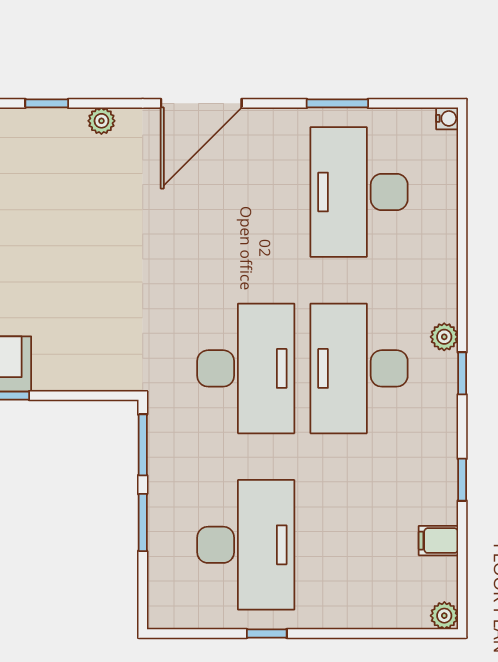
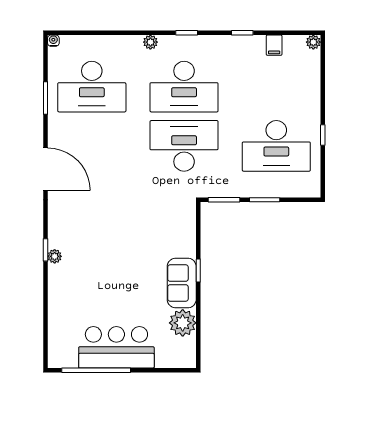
plant: (101, 121) -> (55, 256), moved
plant: (444, 337) -> (150, 42), moved
desk: (246, 545) -> (276, 146), turned 180

